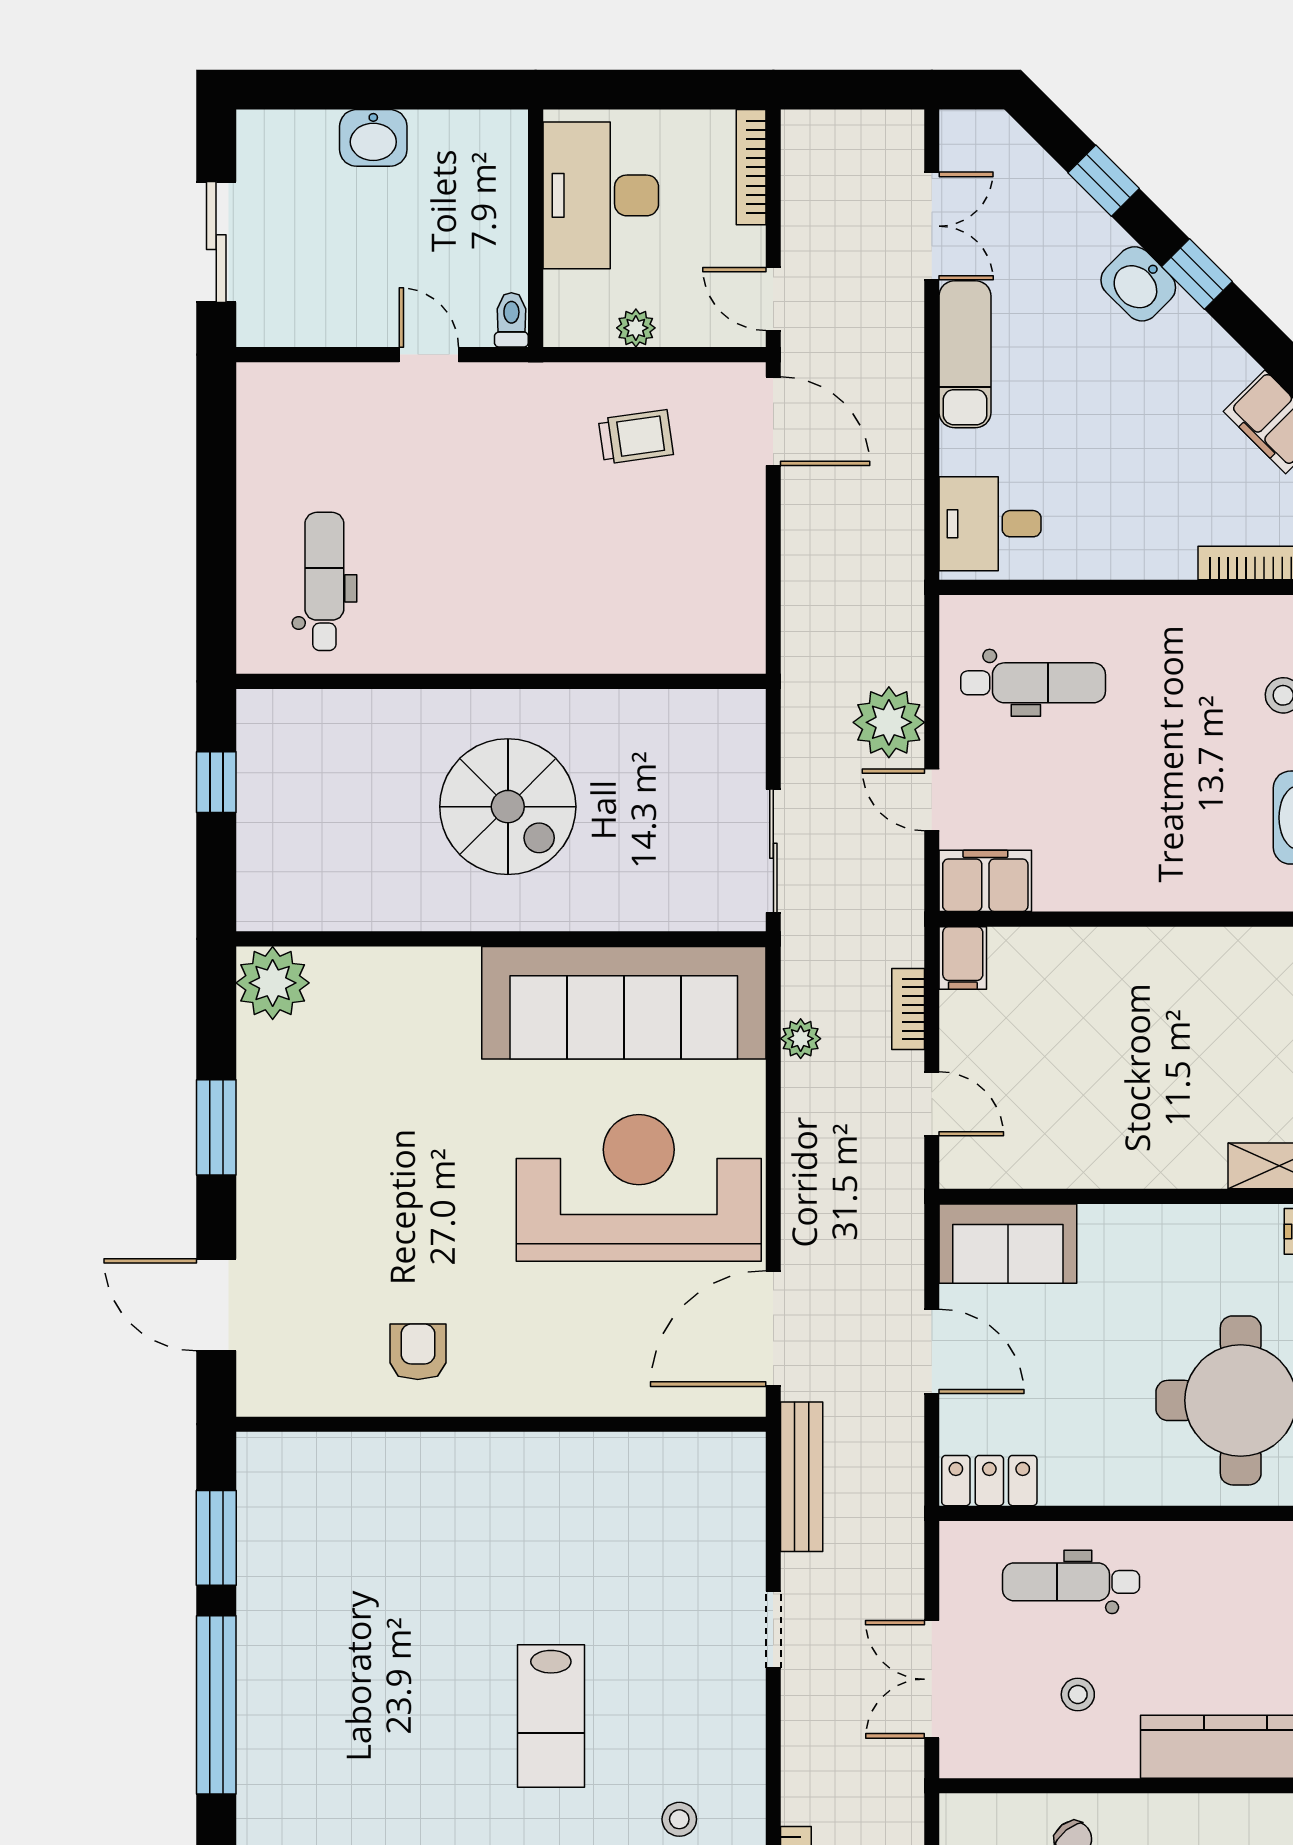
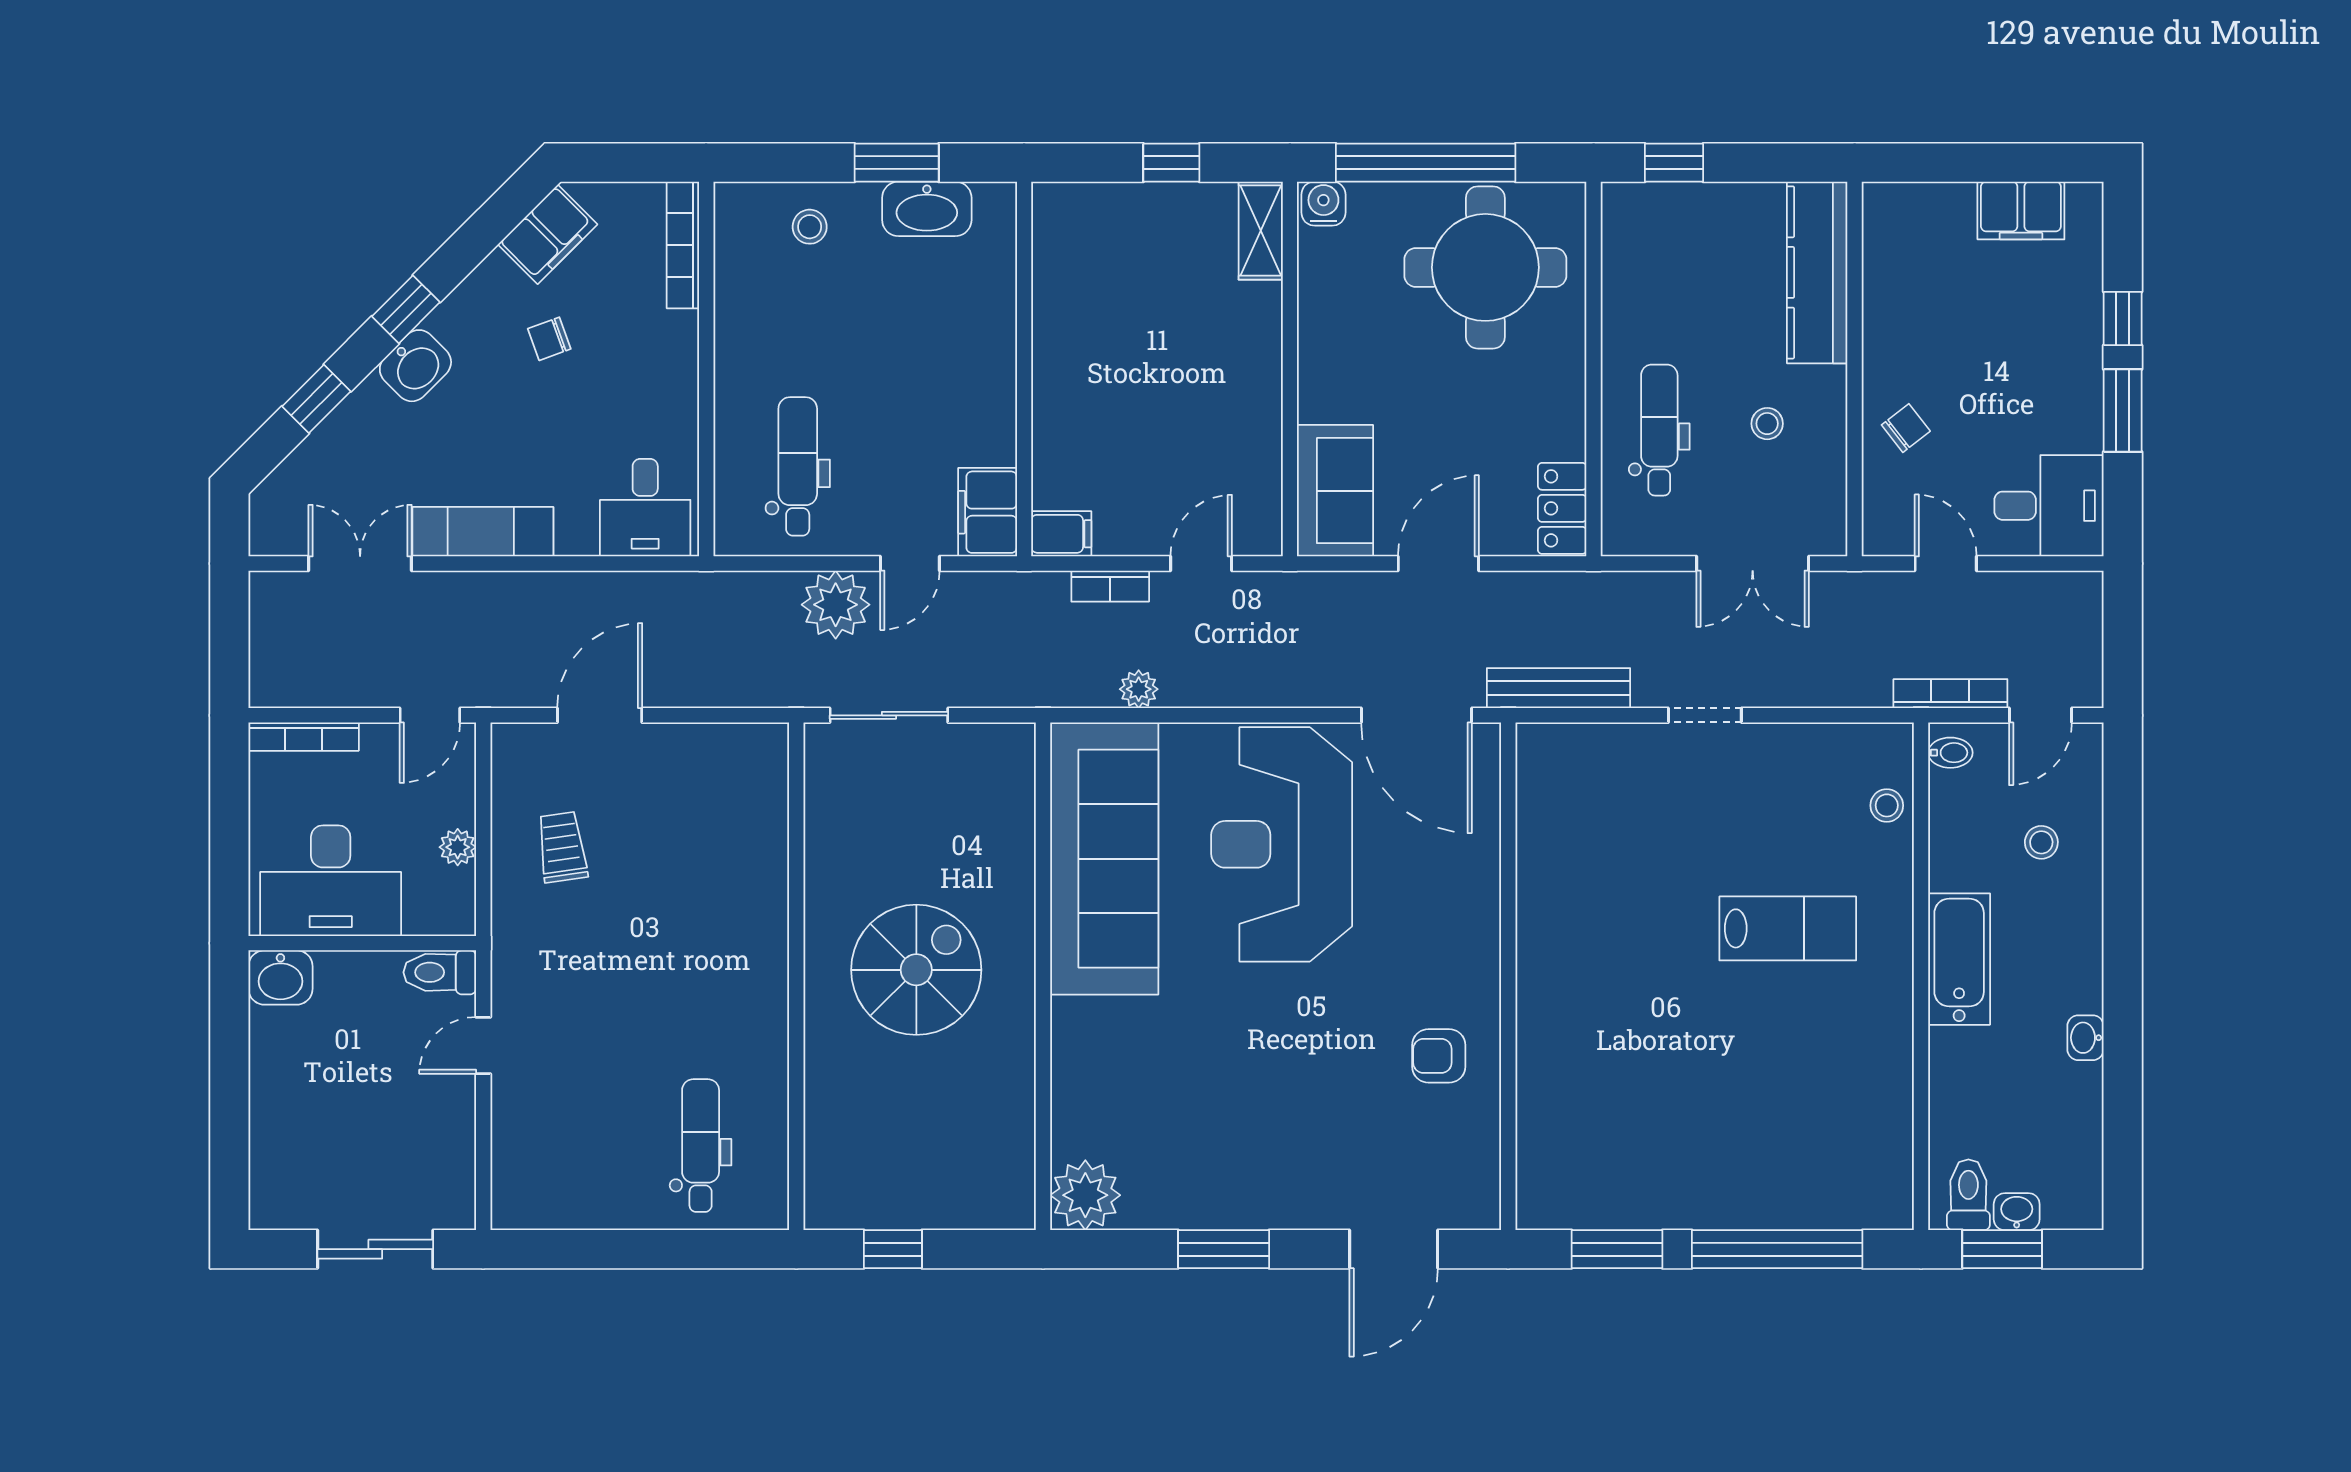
washbasin: (373, 138) -> (280, 977), moved, turned 90
toilet: (511, 320) -> (440, 972), width x1.37, depth x1.39
door: (773, 421) -> (600, 715), moved
chair: (1166, 424) -> (549, 339), added
dental chair: (324, 581) -> (701, 1146), turned 90
sliding door: (773, 851) -> (889, 715), moved
dental chair: (1071, 1582) -> (1659, 430), turned 180

